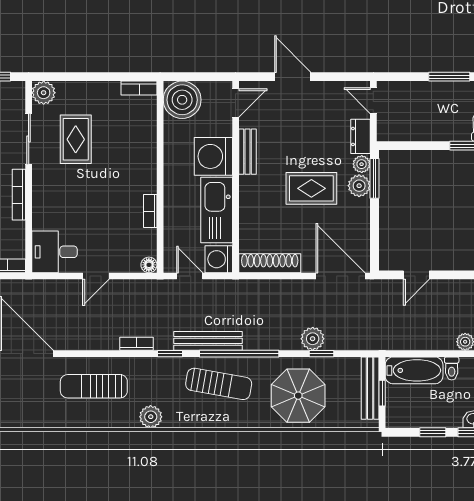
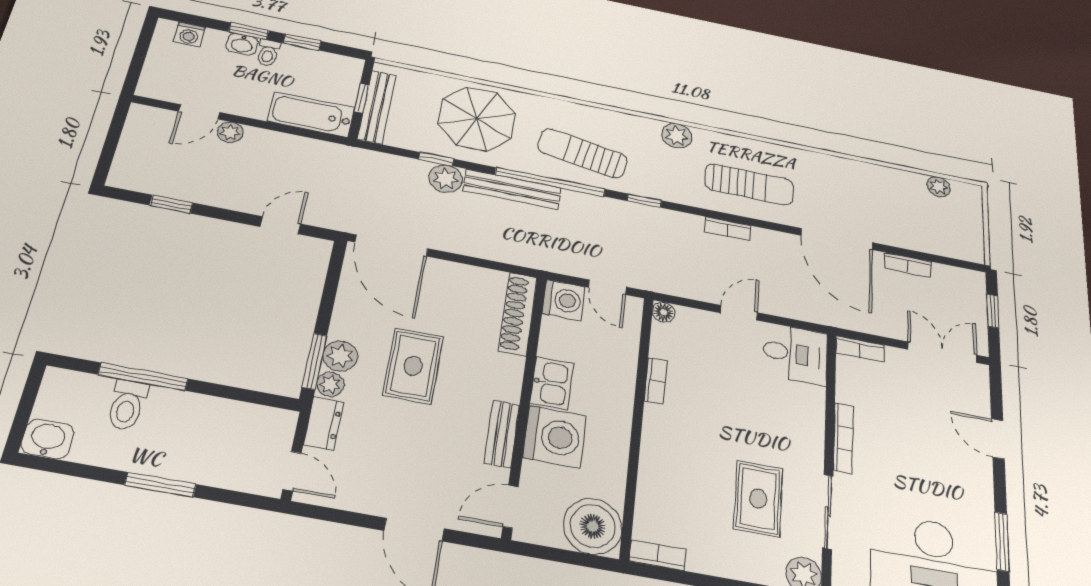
rug: (311, 188) -> (413, 366), turned 90
kitchen sink: (217, 210) -> (552, 383), width x0.53, depth x0.81
shoe rack: (270, 263) -> (518, 314), moved, turned 90
bench: (208, 341) -> (512, 189), moved
bookcase: (137, 344) -> (727, 229), moved
toilet: (452, 368) -> (268, 53), moved, turned 180

